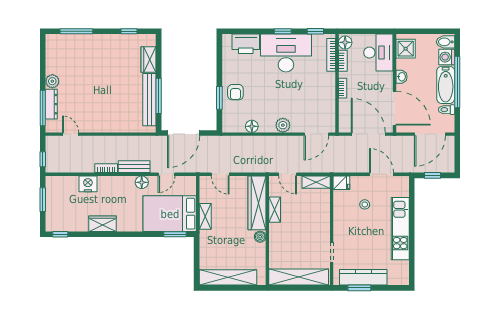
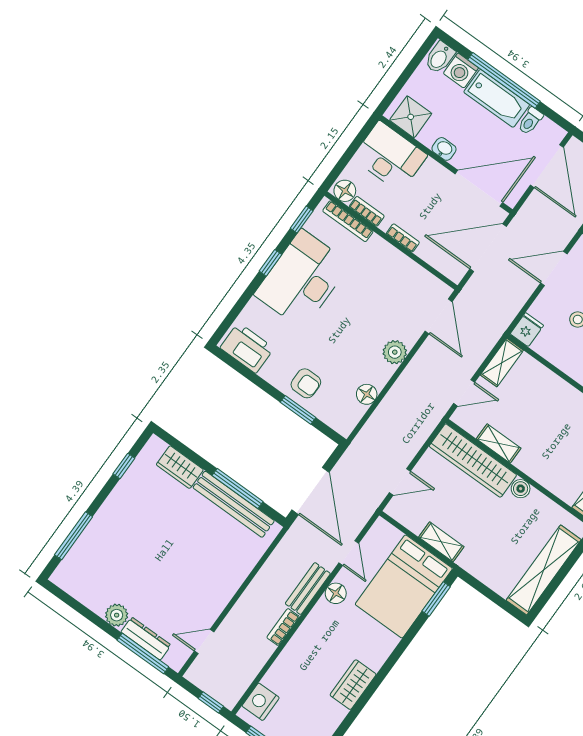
printer: (246, 44) -> (247, 348), moved, turned -90
nightstand: (88, 184) -> (261, 702), moved

